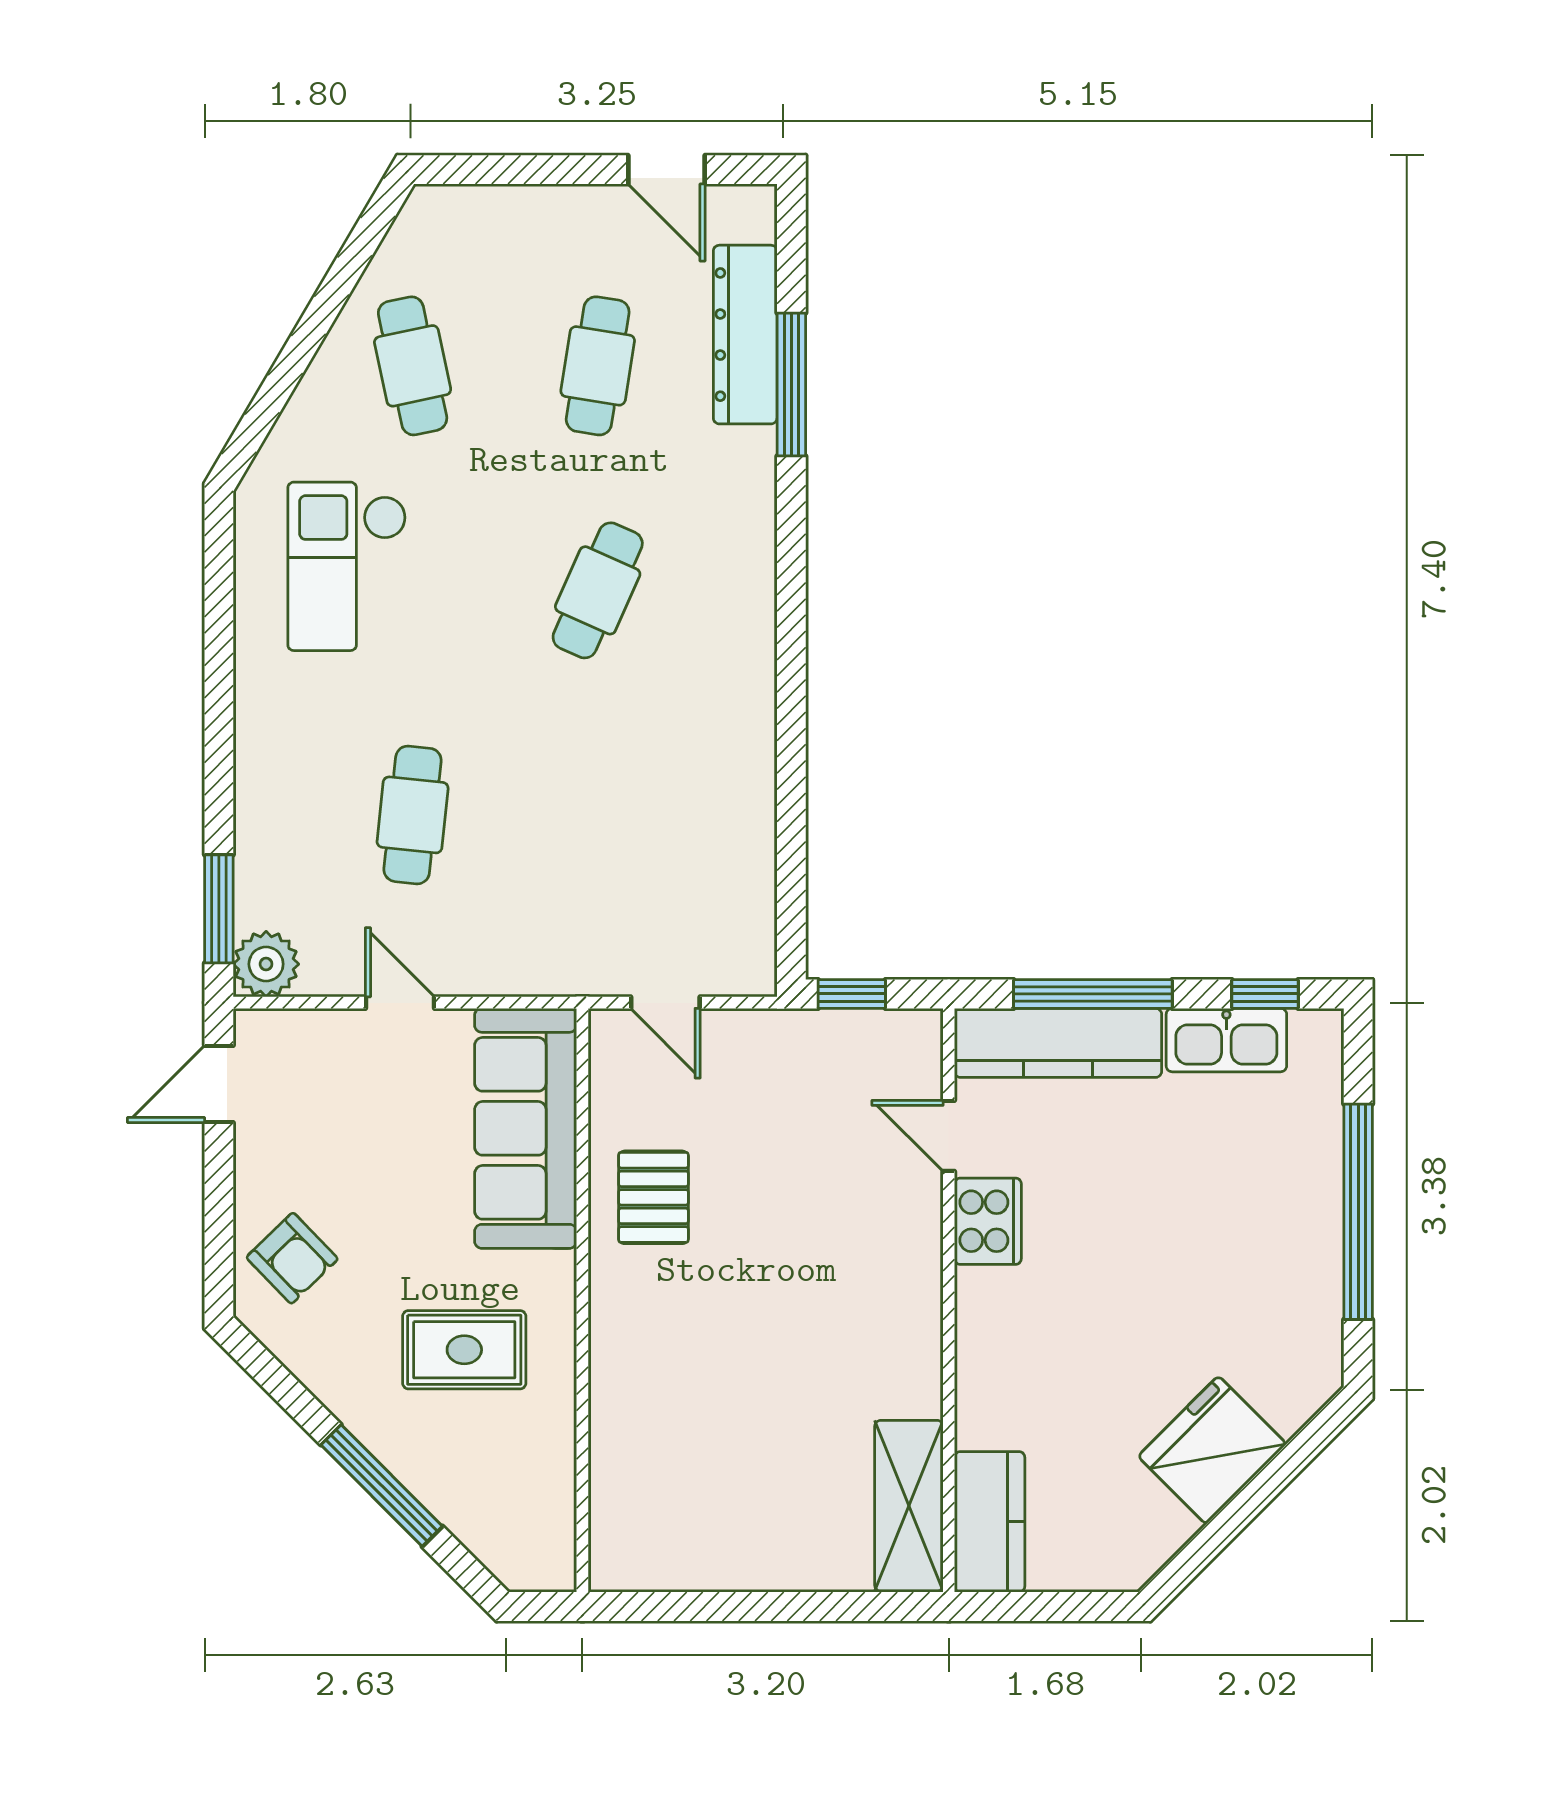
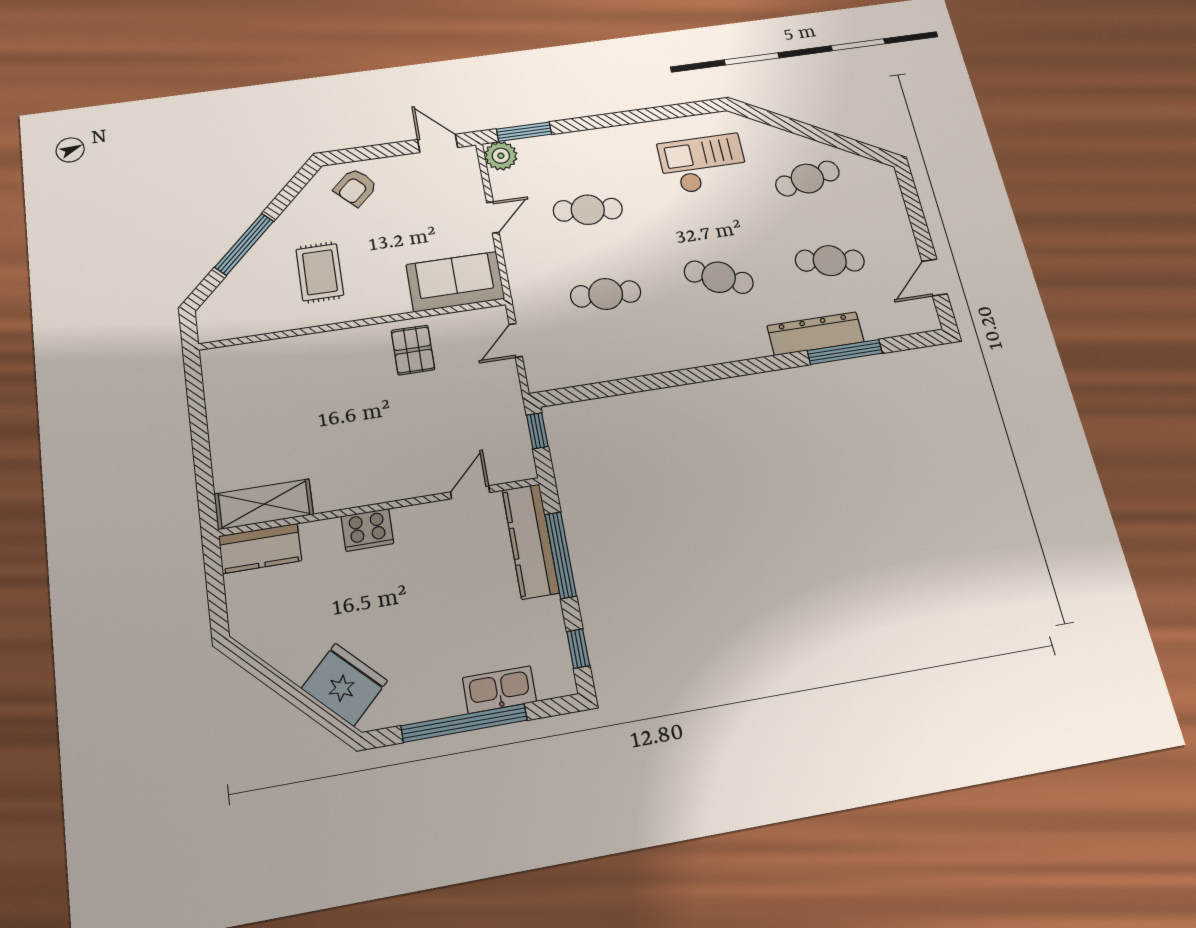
dresser: (745, 335) -> (816, 334), moved
cafe table: (598, 815) -> (606, 294), added
kitchen sink: (1226, 1040) -> (499, 690), moved, turned 90
sofa: (526, 1128) -> (455, 282), width x0.73
pallet: (653, 1197) -> (413, 350), turned 90
cooker: (988, 1221) -> (367, 530), moved
fridge: (1212, 1450) -> (344, 685), moved

